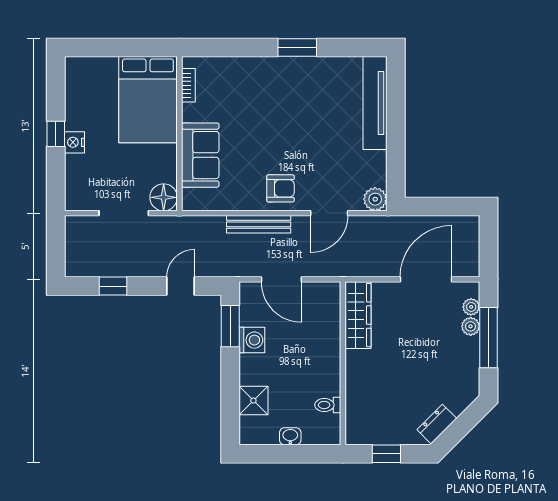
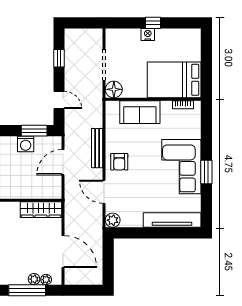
corner sofa: (288, 88) -> (181, 167), added

